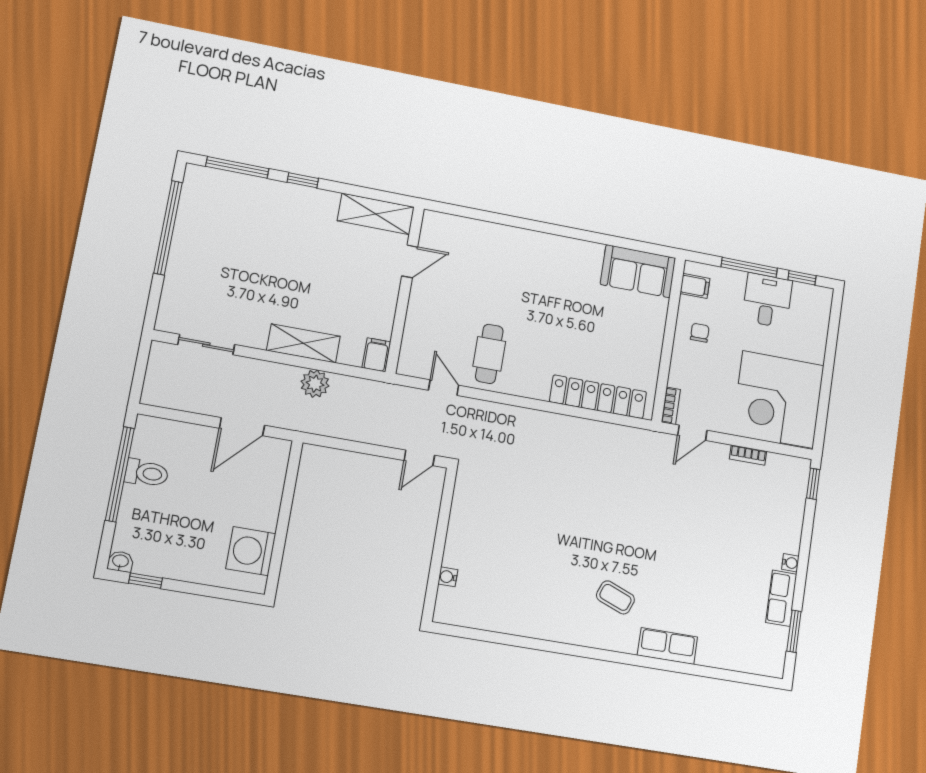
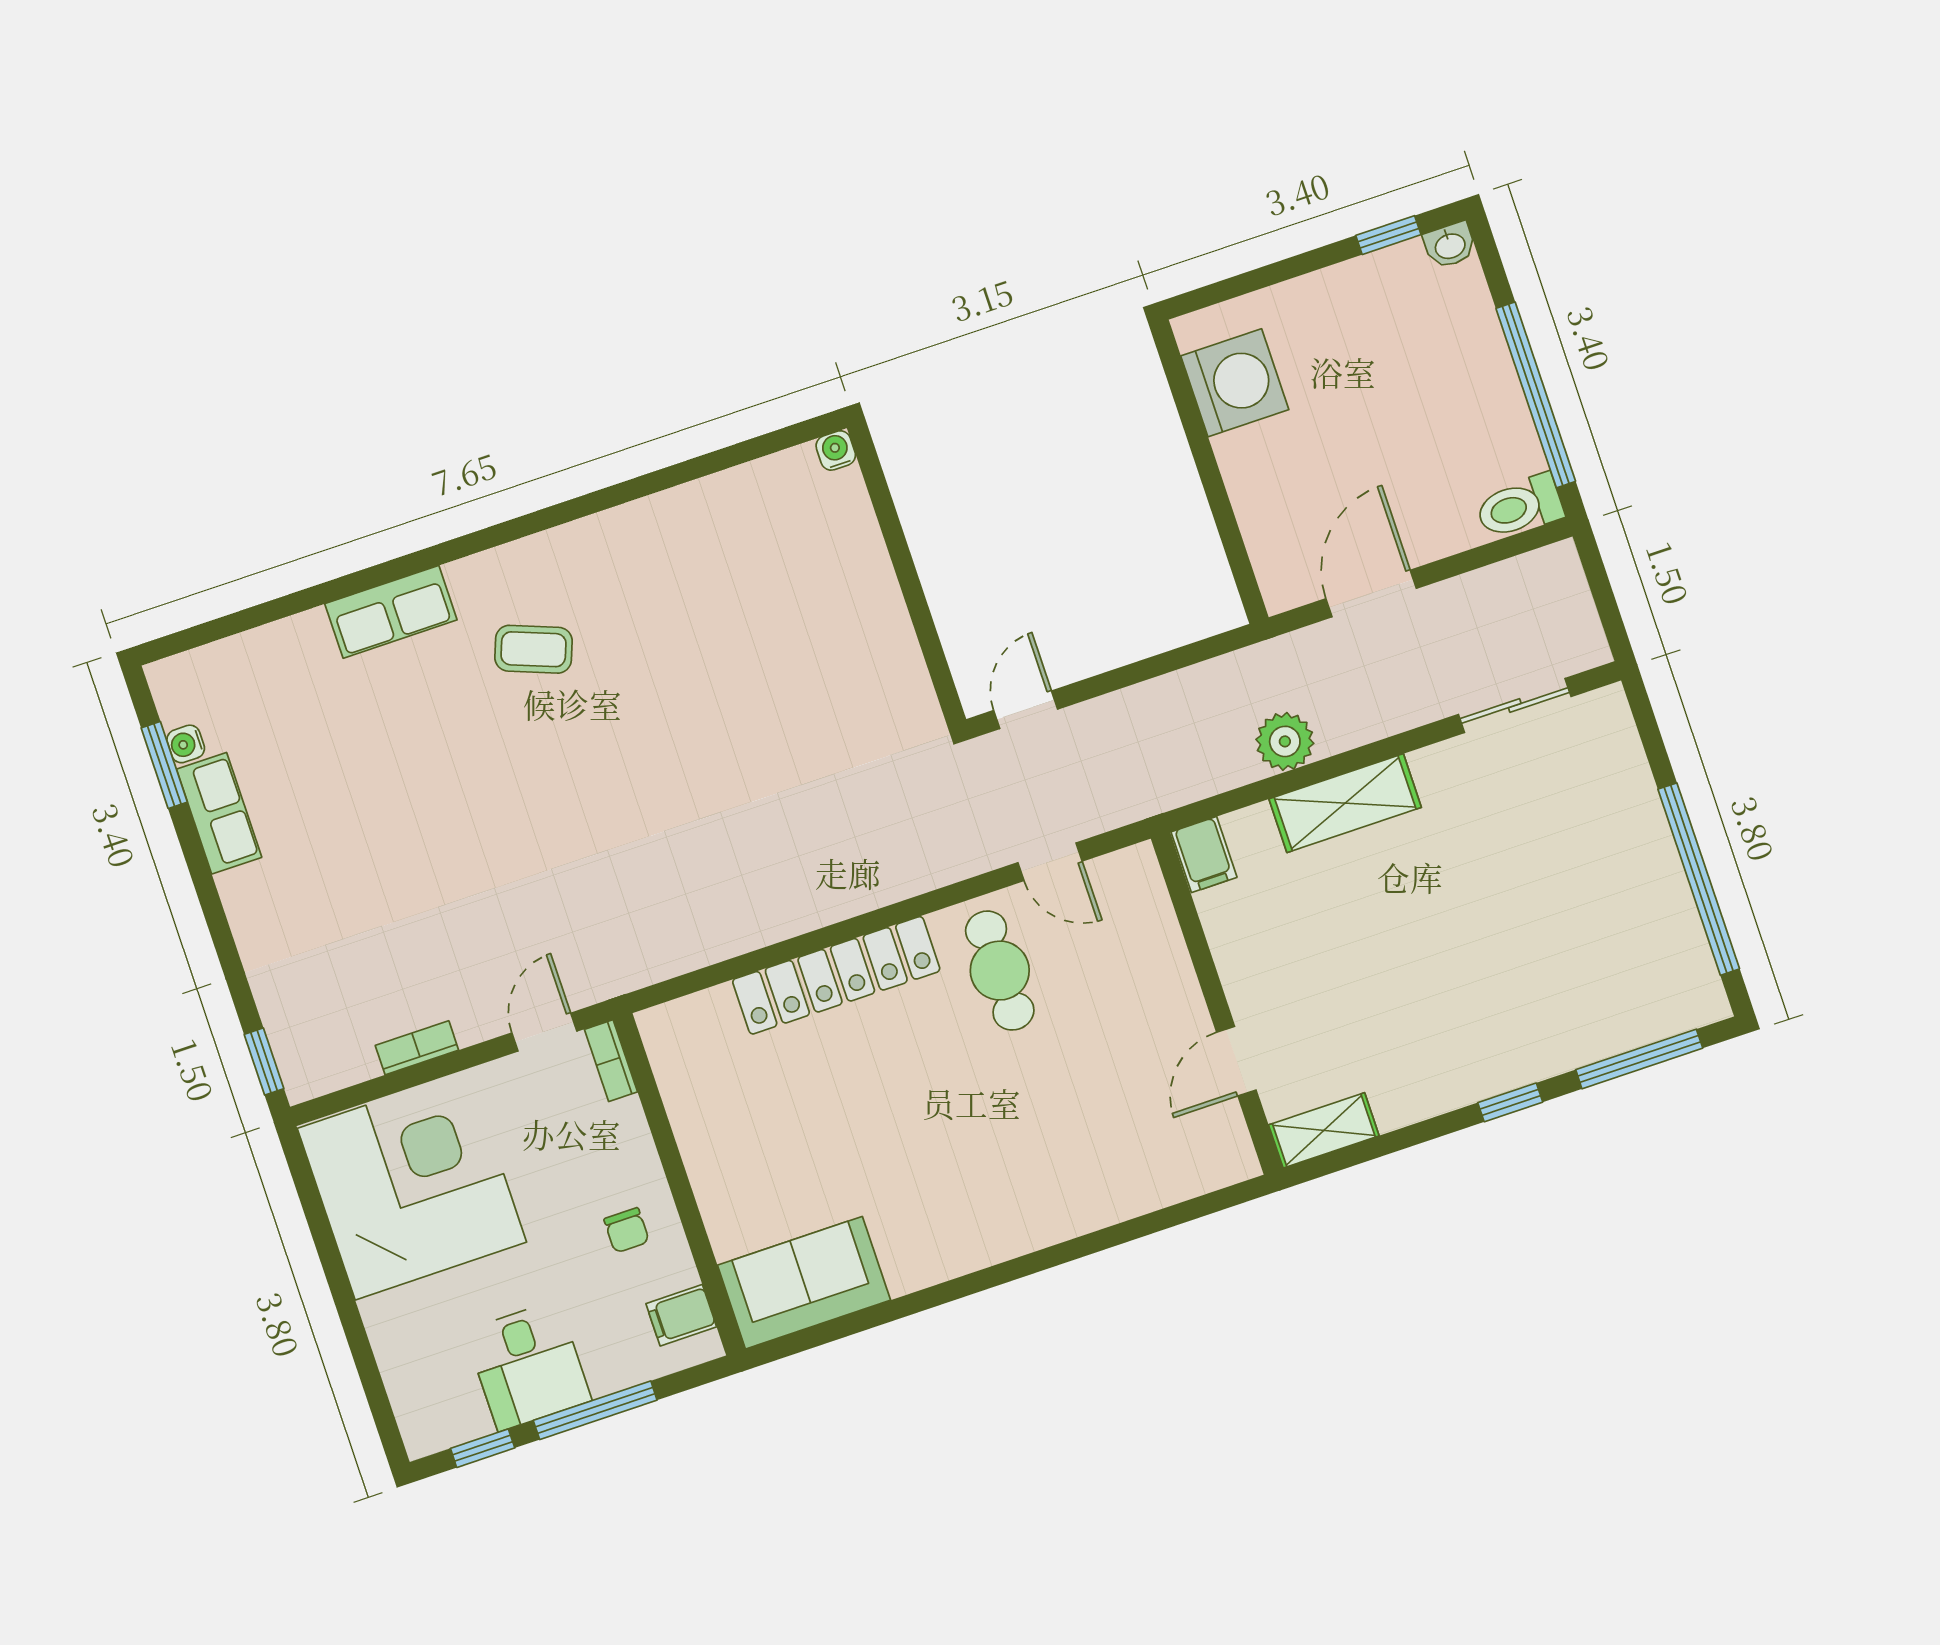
shelving: (376, 214) -> (1324, 1130), width x0.67, depth x0.75
locker: (598, 397) -> (836, 975), moved
toilet: (147, 473) -> (1520, 507), moved
water cooler: (790, 563) -> (186, 744), moved
water cooler: (448, 577) -> (836, 450), moved, turned -90

